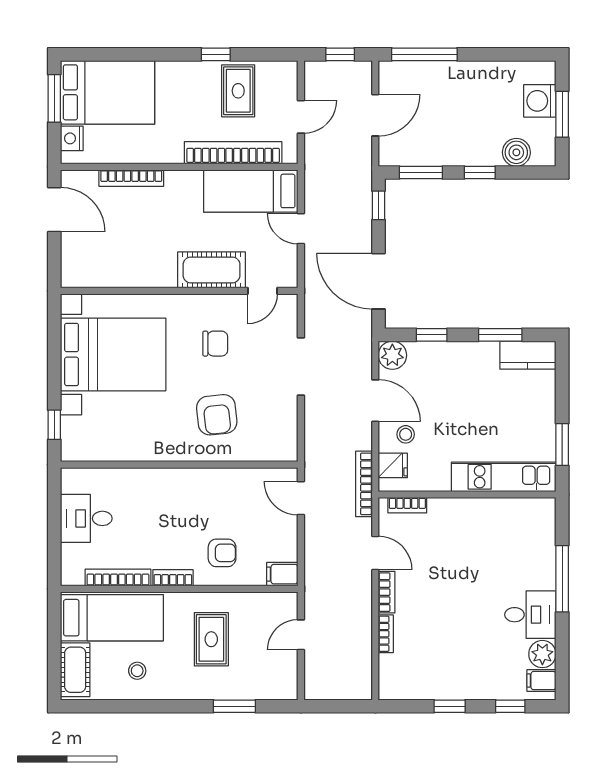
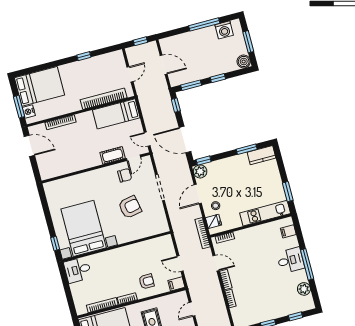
window: (424, 54) -> (204, 24), moved
rug: (238, 91) -> (99, 70), removed
window: (54, 98) -> (19, 107), moved
washing machine: (540, 101) -> (224, 30), moved, turned -90
door: (375, 115) -> (164, 65), hinge flipped
boiler: (516, 152) -> (244, 61), moved
door: (301, 229) -> (147, 139), moved
cot: (212, 270) -> (113, 155), width x0.73, depth x0.75
window: (432, 335) -> (204, 161), moved
chair: (215, 344) -> (125, 175), moved
bed with nightstands: (113, 354) -> (84, 228), moved, turned -90
door: (375, 401) -> (198, 194), swing flipped
armchair: (217, 415) -> (130, 207), moved, turned -95
door: (301, 498) -> (180, 264), moved
desk: (86, 518) -> (78, 270), moved
window: (562, 579) -> (307, 264), moved
desk: (530, 615) -> (291, 260), moved
filing cabinet: (541, 681) -> (288, 231), moved

